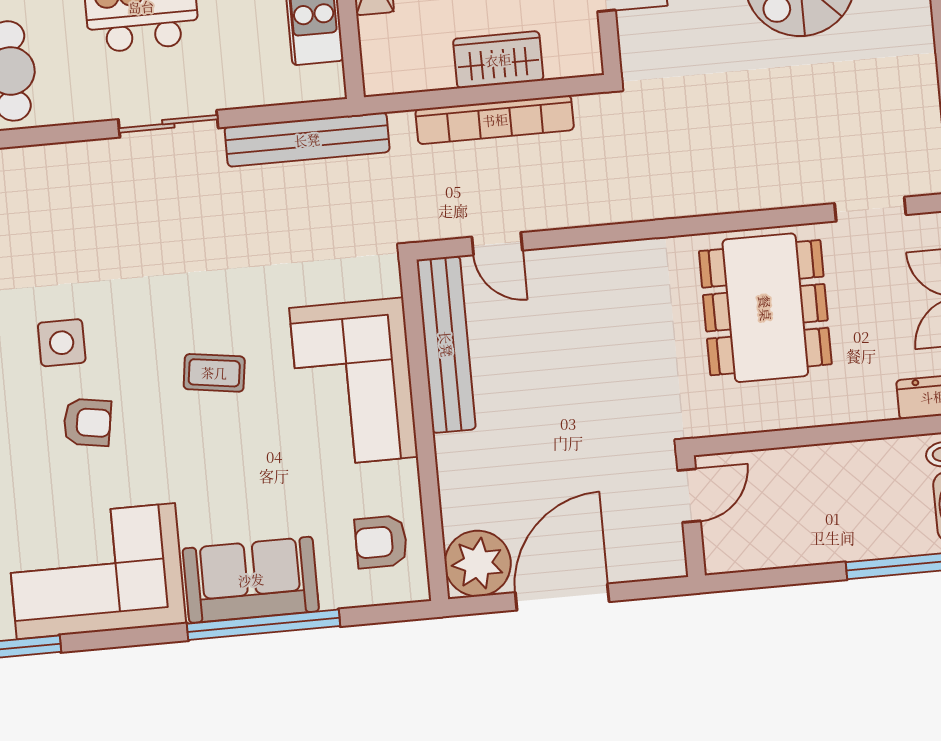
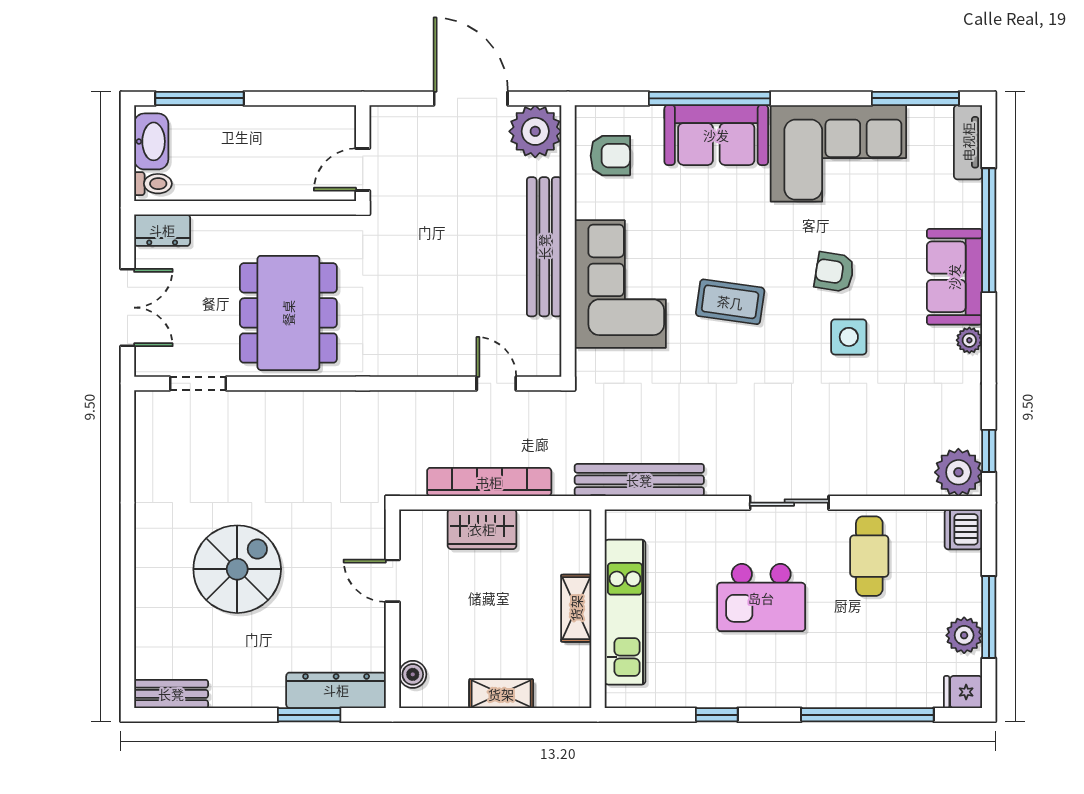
sliding door: (168, 124) -> (789, 503), moved
bench: (446, 344) -> (544, 247), moved
coffee table: (214, 373) -> (730, 302), width x1.36, depth x1.30
door: (562, 597) -> (471, 98), swing flipped

